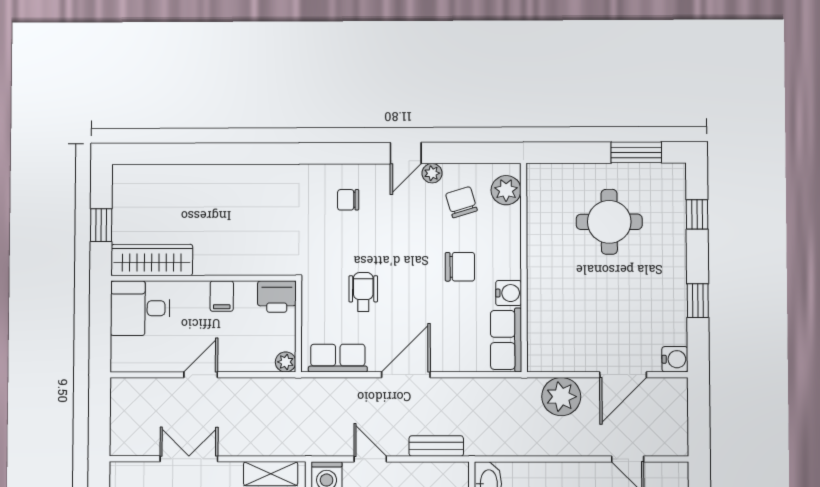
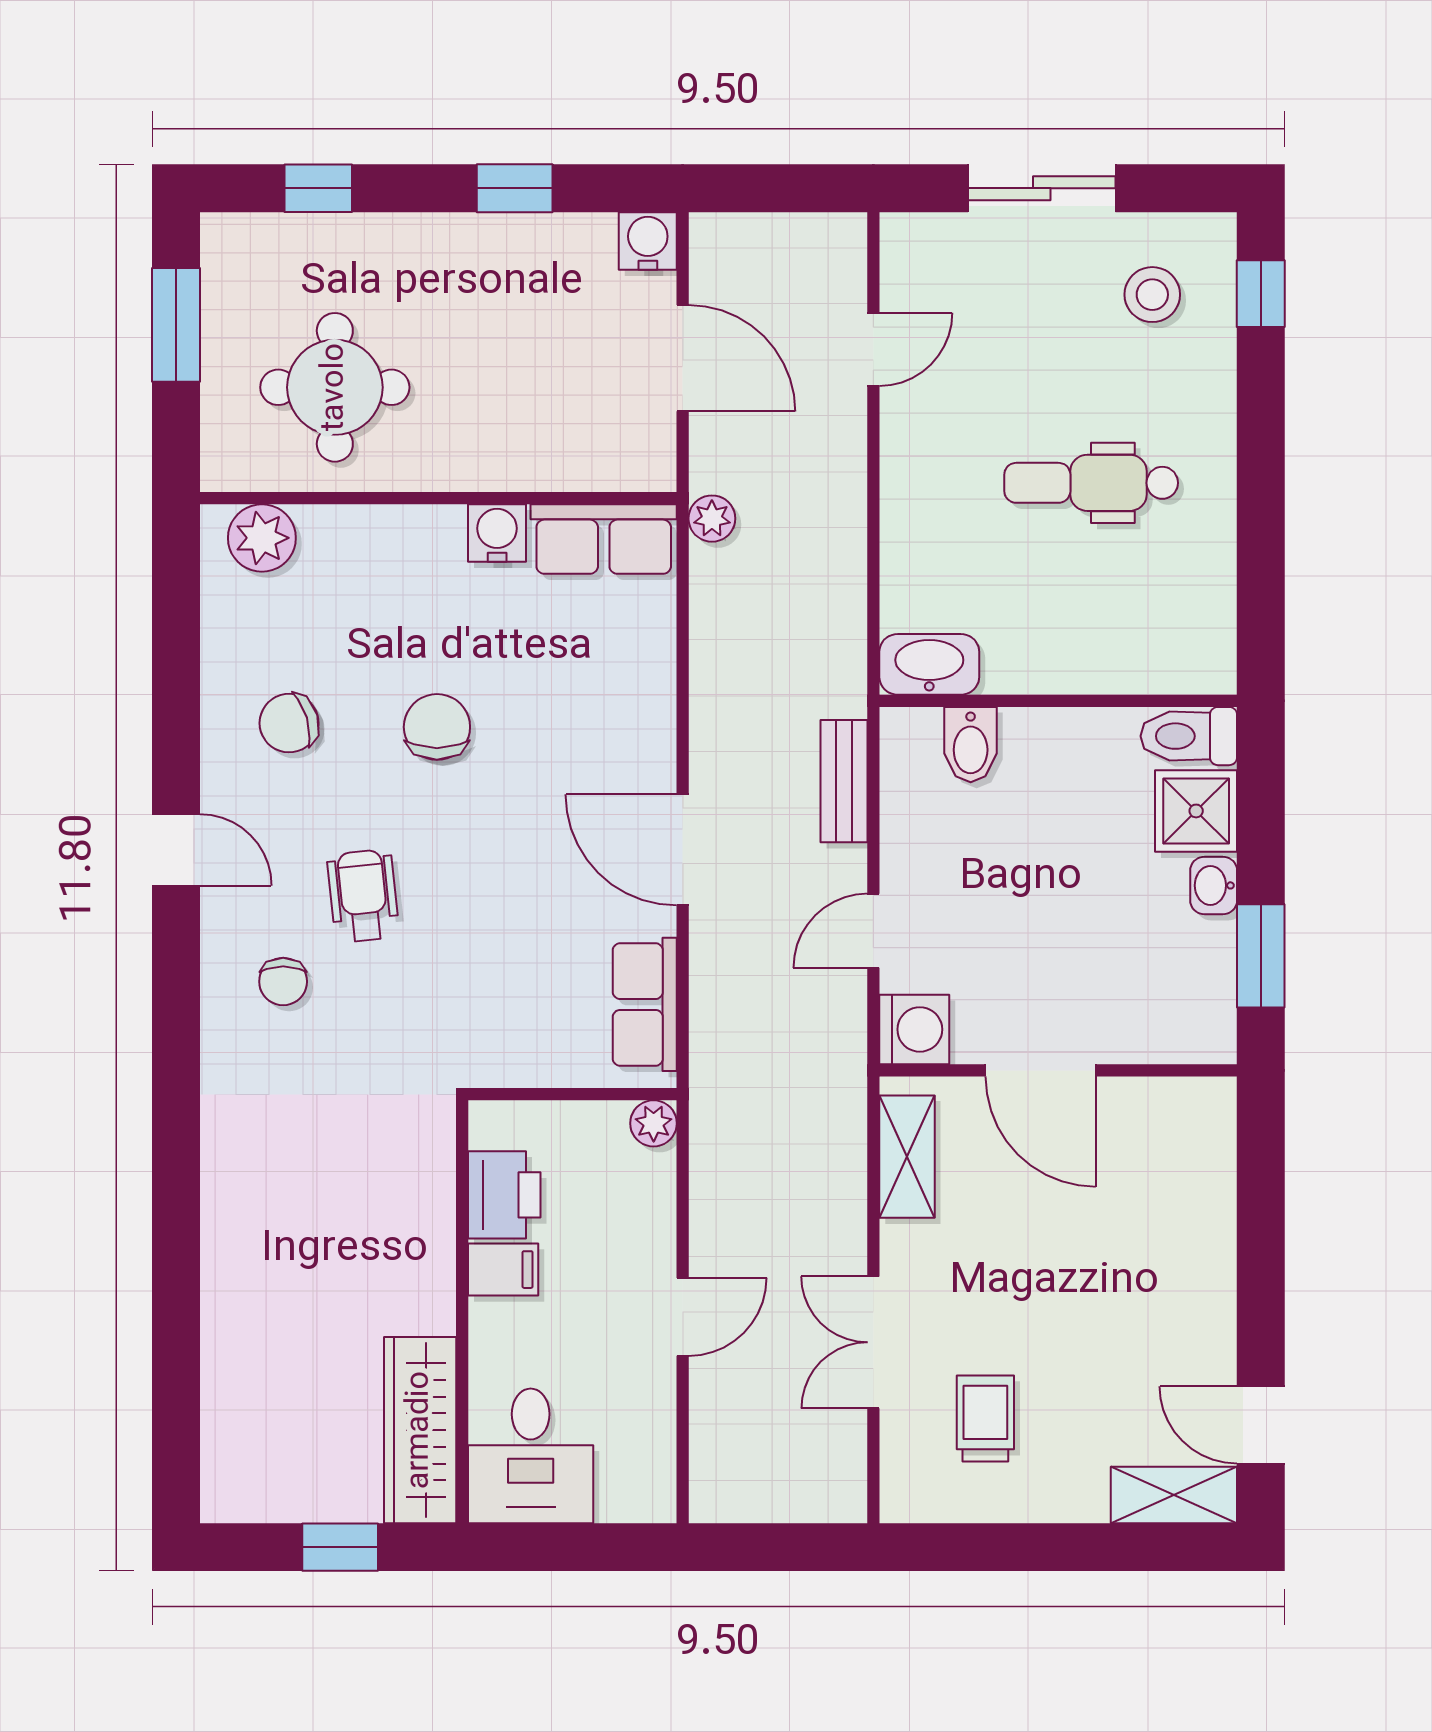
plant: (432, 173) -> (223, 790), removed
plant: (506, 190) -> (262, 538), moved
wall: (524, 267) -> (438, 498), moved
wheelchair: (363, 292) -> (363, 896), moved, turned 84
water cooler: (509, 293) -> (497, 533), moved
printer: (277, 297) -> (504, 1195), moved
row of seats: (506, 340) -> (604, 539), moved
door: (201, 375) -> (683, 1317), swing flipped
plant: (561, 397) -> (712, 519), width x0.53, depth x0.53

